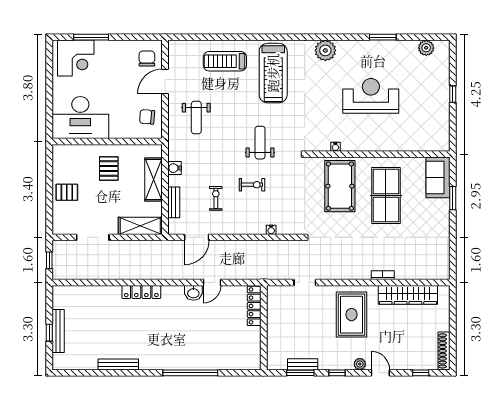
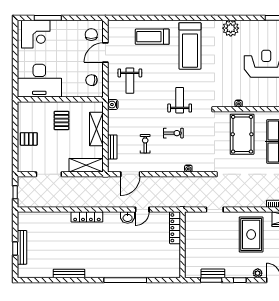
water cooler: (174, 168) -> (113, 105), moved

